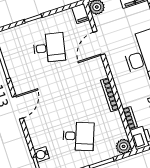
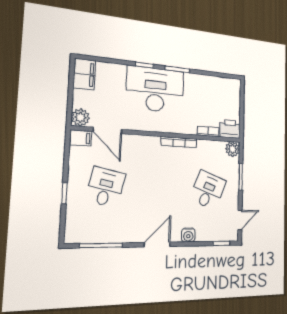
door: (99, 43) -> (108, 130), moved
door: (18, 108) -> (157, 244), hinge flipped
water cooler: (42, 154) -> (188, 235), moved

